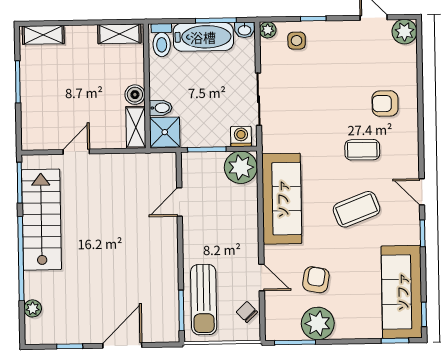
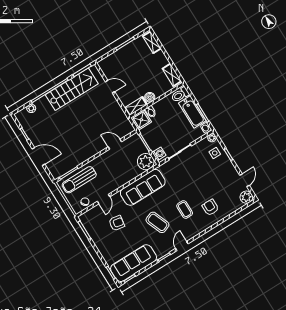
plant: (318, 323) -> (98, 235), removed

